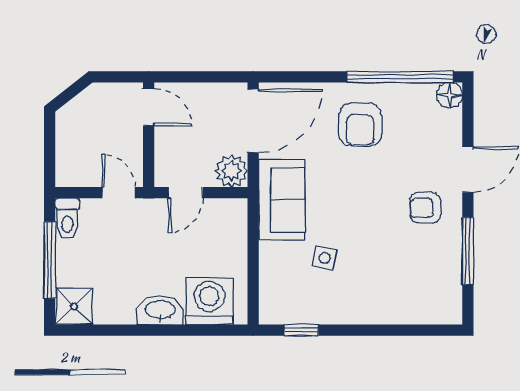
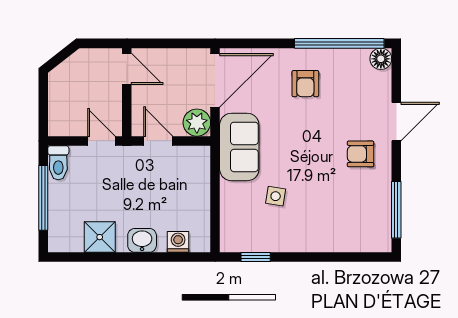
armchair: (360, 125) -> (305, 84), width x0.72, depth x0.72
door: (186, 193) -> (158, 141), swing flipped
window: (468, 251) -> (396, 210), moved
washing machine: (209, 301) -> (178, 242), width x0.53, depth x0.53
shower: (74, 306) -> (100, 237), moved
washbasin: (160, 310) -> (142, 240), width x0.72

